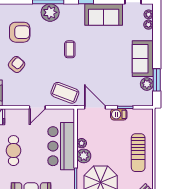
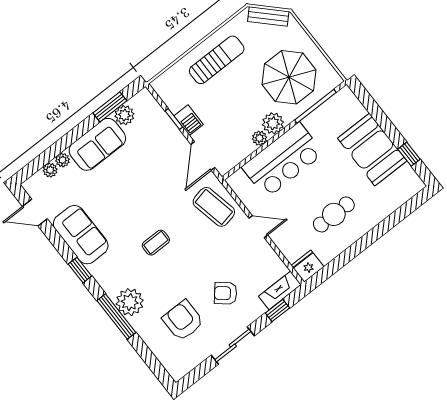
plant: (149, 14) -> (62, 160), moved
coffee table: (65, 93) -> (214, 207), turned -33

